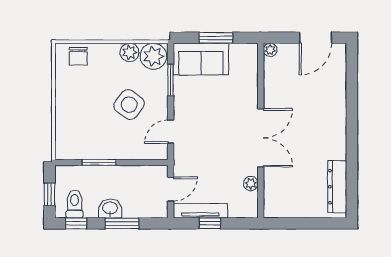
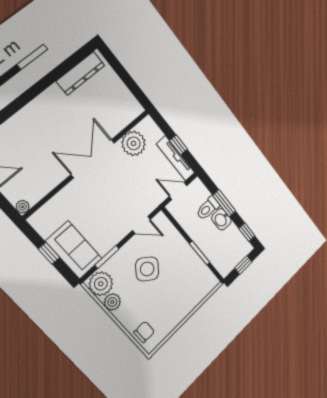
window: (216, 38) -> (49, 253), width x0.67
plant: (251, 184) -> (134, 143), width x1.87, depth x1.87
toilet: (75, 204) -> (208, 208), moved

